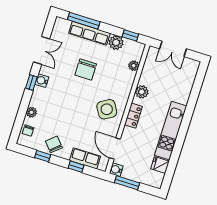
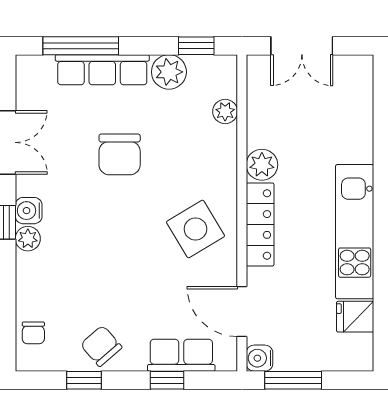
plant: (31, 112) -> (28, 239), moved
locker: (133, 116) -> (260, 224), width x1.53

